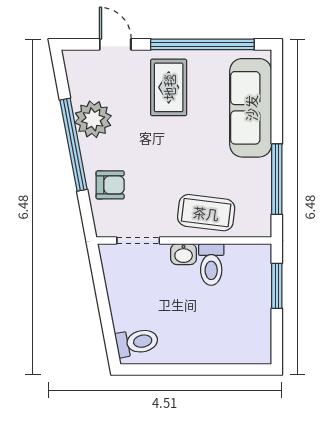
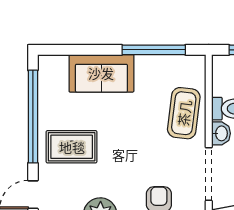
sofa: (251, 108) -> (101, 73), width x0.73
doorway: (138, 241) -> (209, 174), width x1.38

